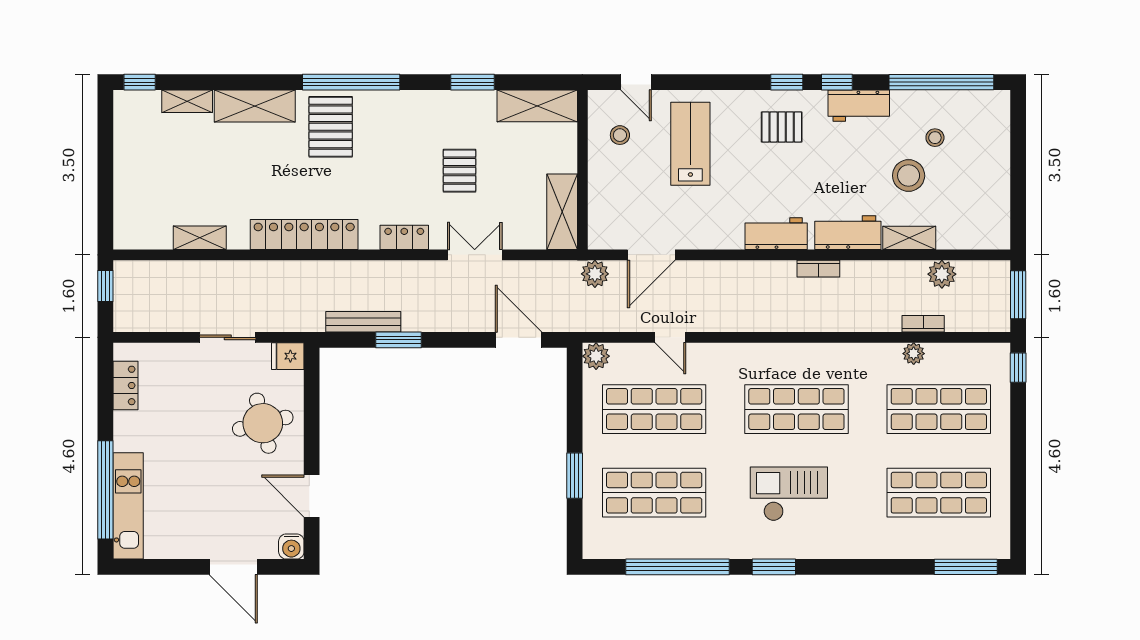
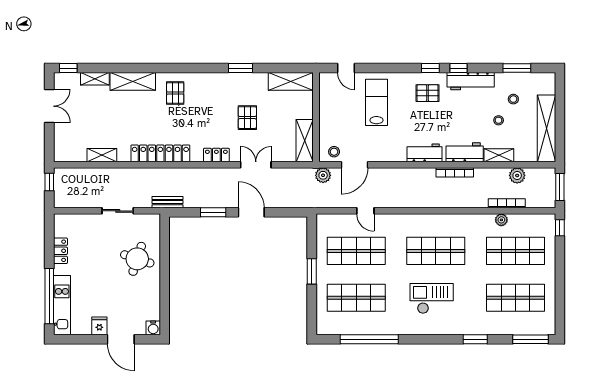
window: (351, 82) -> (187, 68), removed
window: (473, 82) -> (241, 68), moved
window: (941, 82) -> (517, 68), width x0.47
workbench: (859, 106) -> (471, 81), width x1.38
pallet: (331, 127) -> (175, 93), width x0.67, depth x0.71
stool: (620, 135) -> (334, 152), moved
double door: (105, 150) -> (49, 106), added
stool: (909, 176) -> (499, 120), width x0.53, depth x0.53
shelving: (994, 190) -> (546, 128), added
bookcase: (818, 269) -> (455, 172), width x1.56
bench: (363, 322) -> (168, 202), moved, width x0.73
bookcase: (923, 324) -> (507, 203), width x1.56
door: (518, 340) -> (251, 212), moved
fridge: (288, 356) -> (99, 326), moved, turned 90
plant: (596, 356) -> (324, 221), removed
locker: (125, 385) -> (60, 251), moved
round table: (263, 423) -> (137, 259), turned 32
window: (575, 476) -> (312, 271), moved
door: (312, 496) -> (165, 300), removed
window: (774, 567) -> (475, 339), moved

